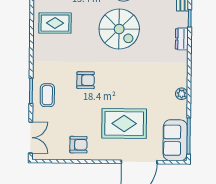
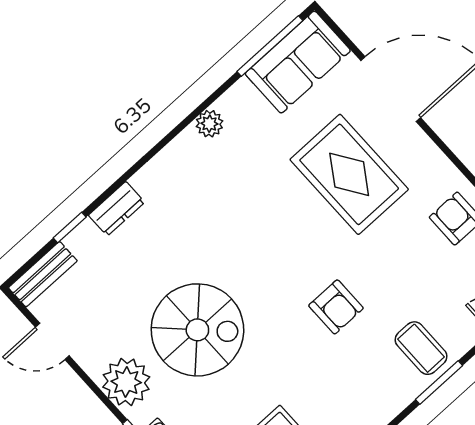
spiral stairs: (119, 29) -> (197, 330), turned 90
armchair: (86, 80) -> (336, 307), turned 180
coffee table: (47, 95) -> (421, 348), turned 90

